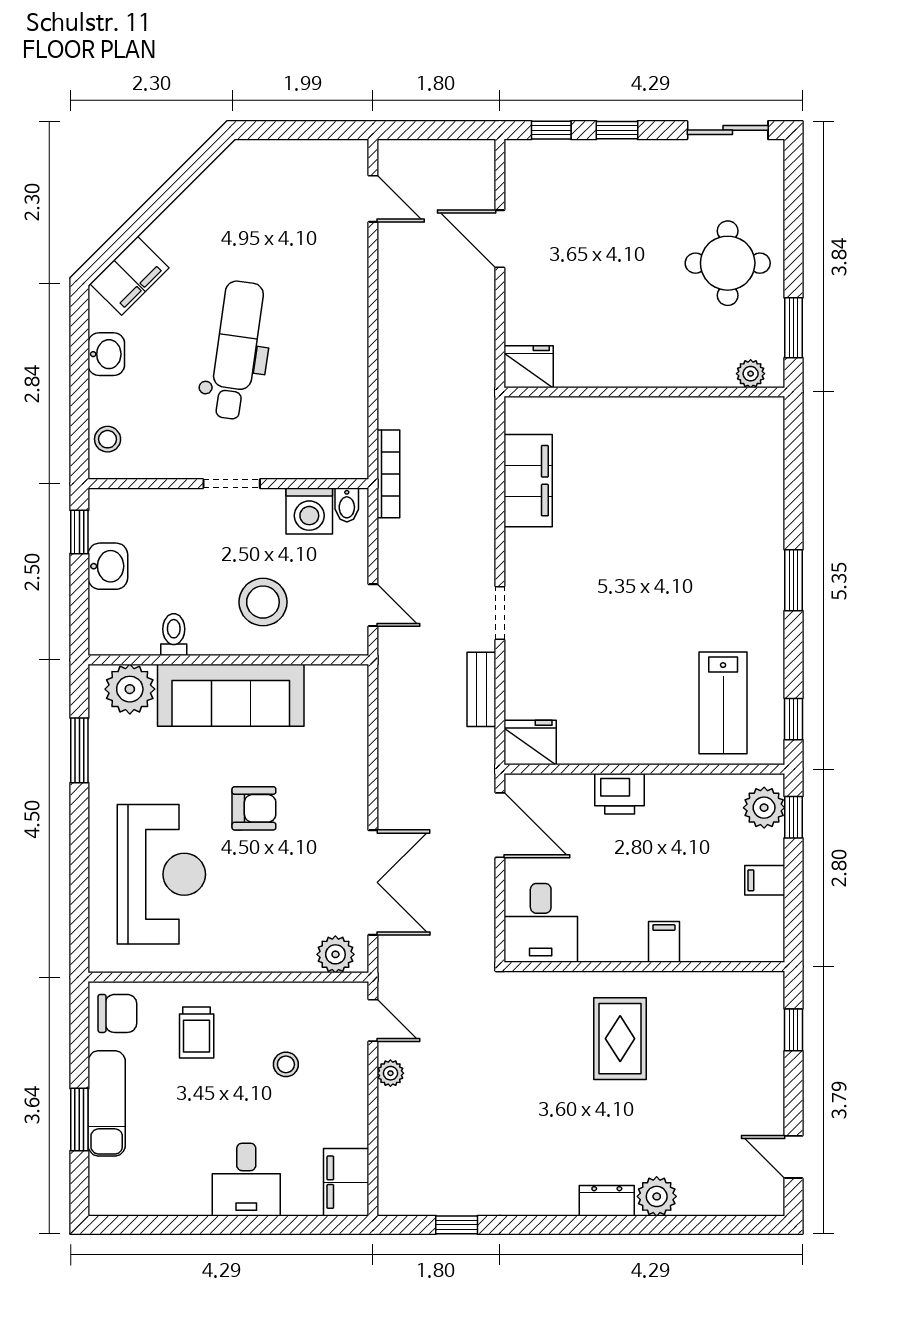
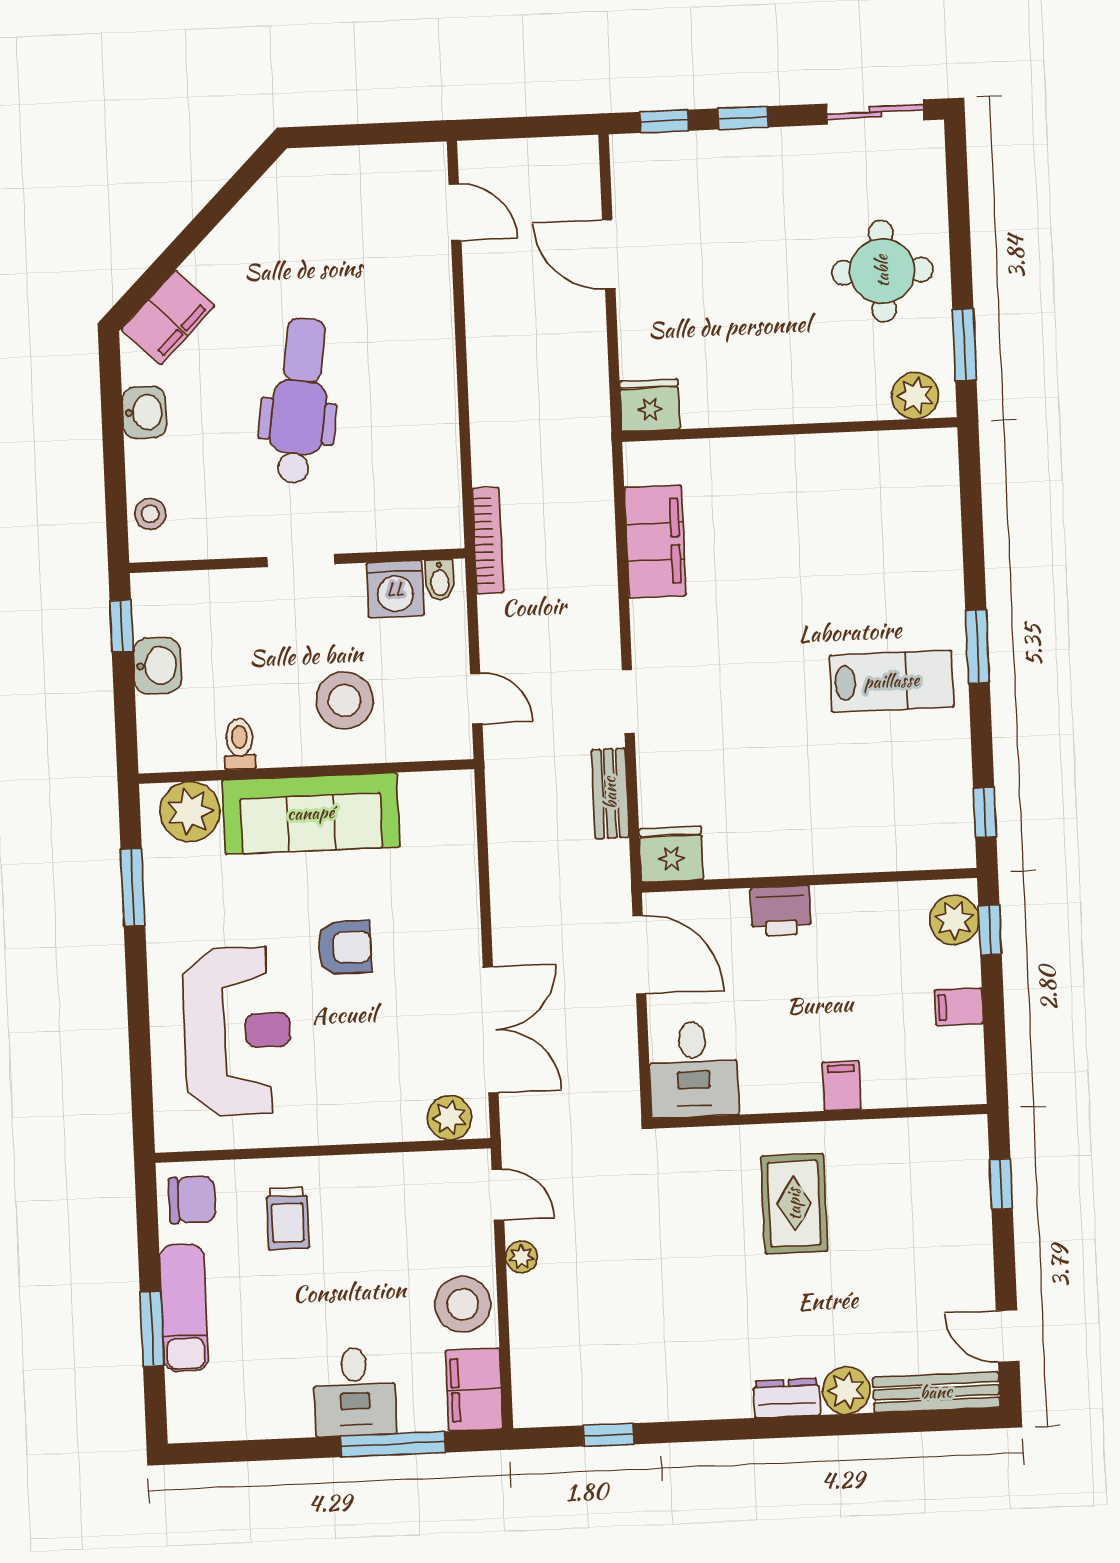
plant: (751, 374) -> (915, 396), width x1.38, depth x1.38
lab bench: (723, 703) -> (892, 681), moved, turned -90
stool: (286, 1064) -> (463, 1304), moved, width x1.89, depth x1.89
bench: (732, 1201) -> (936, 1392), added
window: (276, 1225) -> (393, 1444), added

